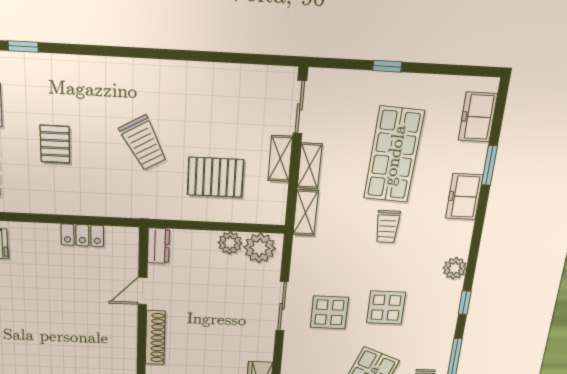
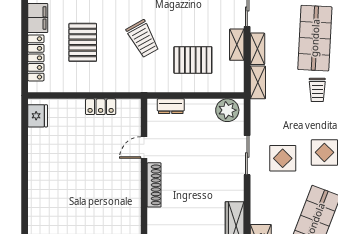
pallet: (55, 144) -> (83, 42), width x1.50, depth x1.42
plant: (230, 243) -> (206, 107), removed
dresser: (158, 246) -> (171, 106), moved, turned 90

